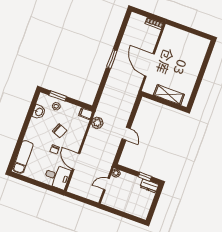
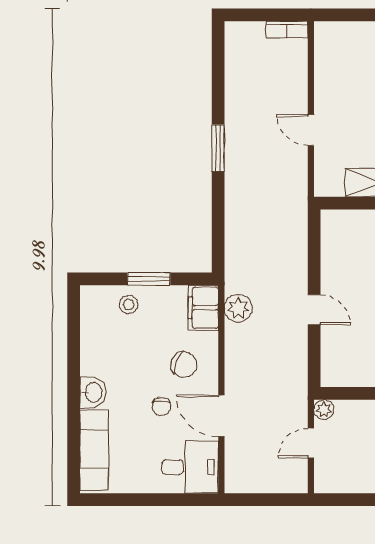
door: (150, 65) -> (311, 130), width x0.53
window: (58, 96) -> (149, 279), moved
washbasin: (39, 112) -> (93, 392), moved
filing cabinet: (86, 113) -> (203, 308), width x2.00
chair: (59, 131) -> (184, 365), moved

